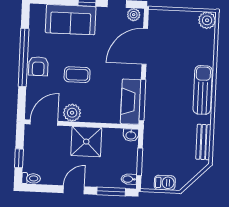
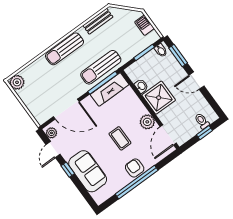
armchair: (38, 66) -> (135, 168), turned -90
sun lounger: (158, 110) -> (101, 67), added
door: (44, 123) -> (168, 135), hinge flipped
washbasin: (131, 135) -> (141, 86), moved
toilet: (31, 178) -> (202, 121), moved

